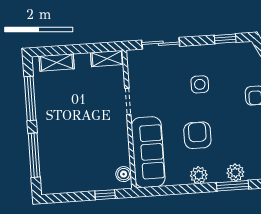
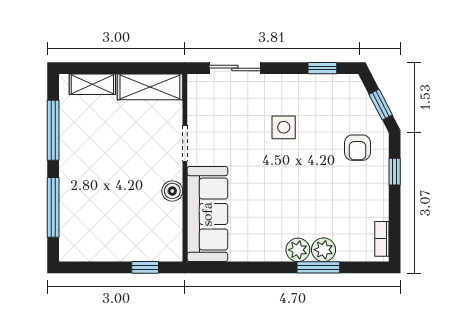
shelving: (107, 58) -> (150, 87), width x1.50, depth x1.33
armchair: (197, 135) -> (276, 196), removed
boiler: (124, 174) -> (172, 191), moved
plant: (199, 175) -> (298, 250), moved

